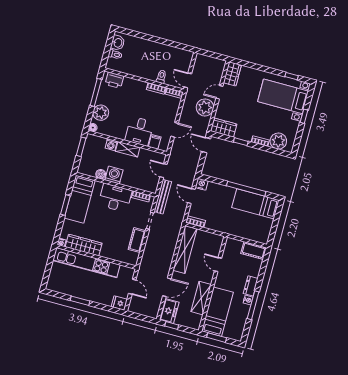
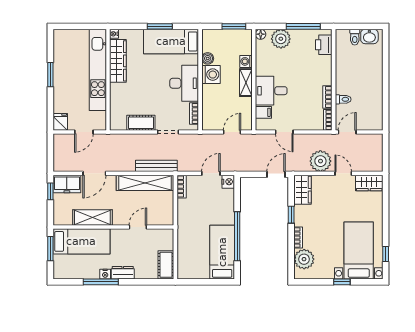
bench: (163, 197) -> (156, 166), moved
door: (167, 287) -> (94, 173), hinge flipped

